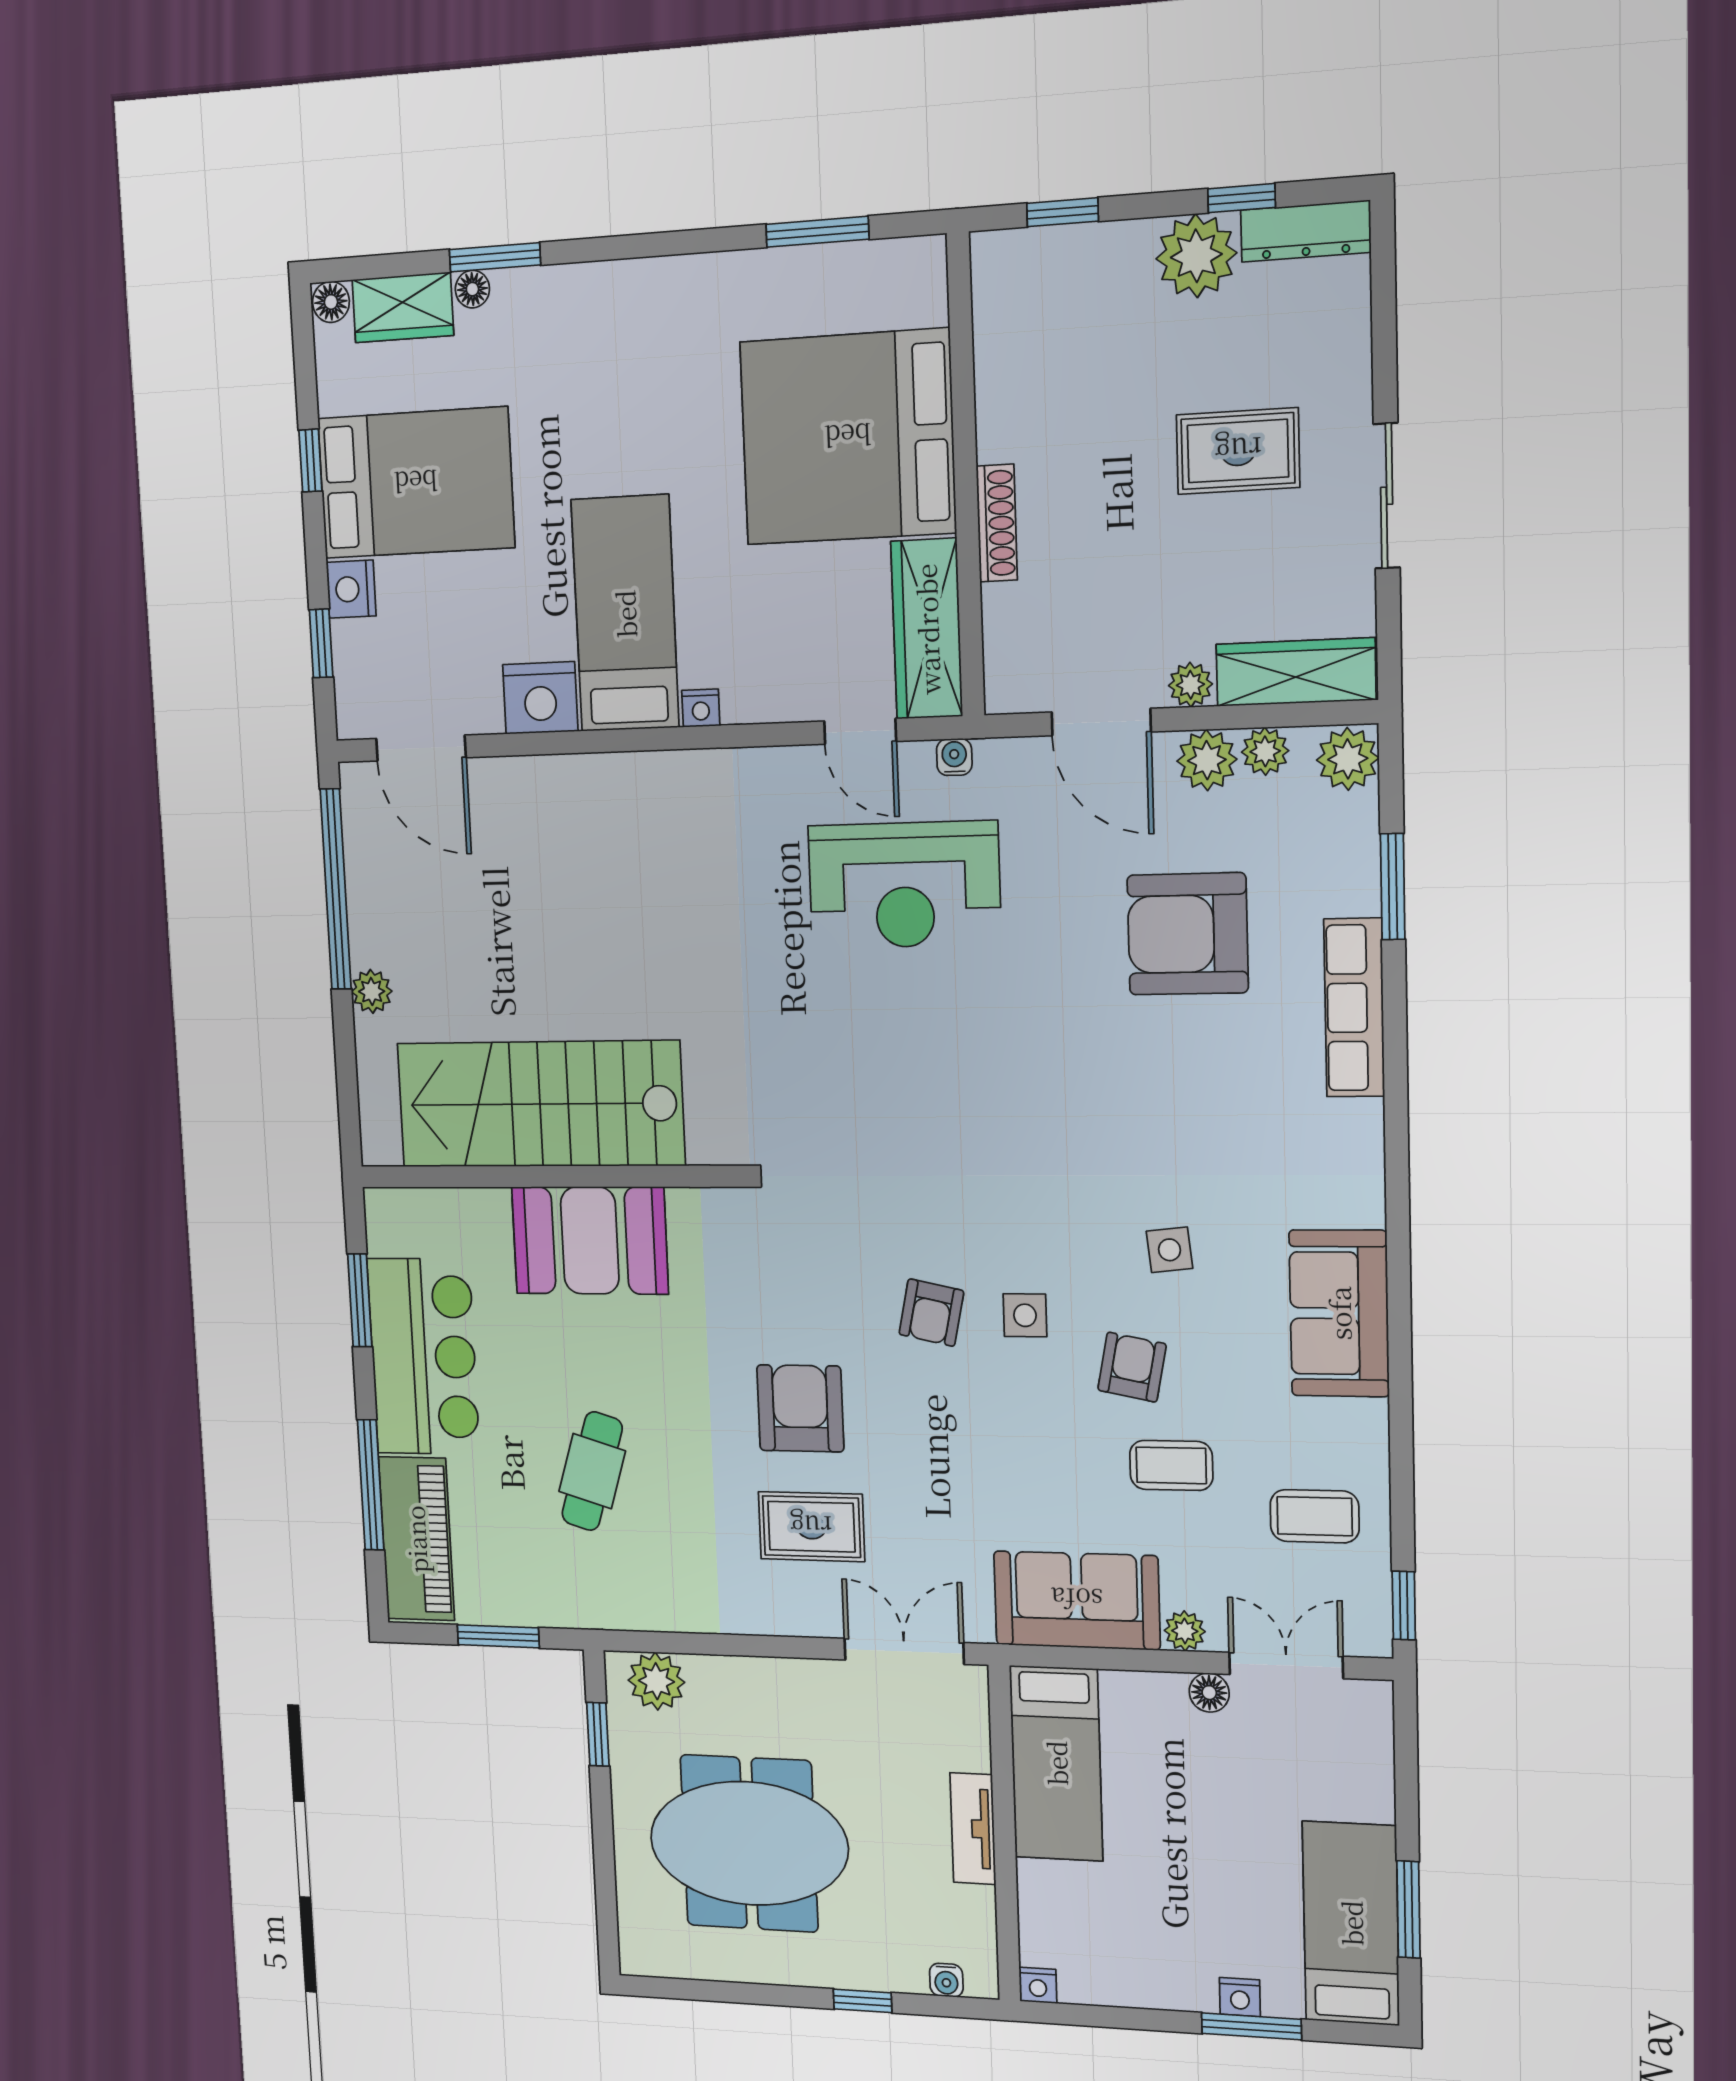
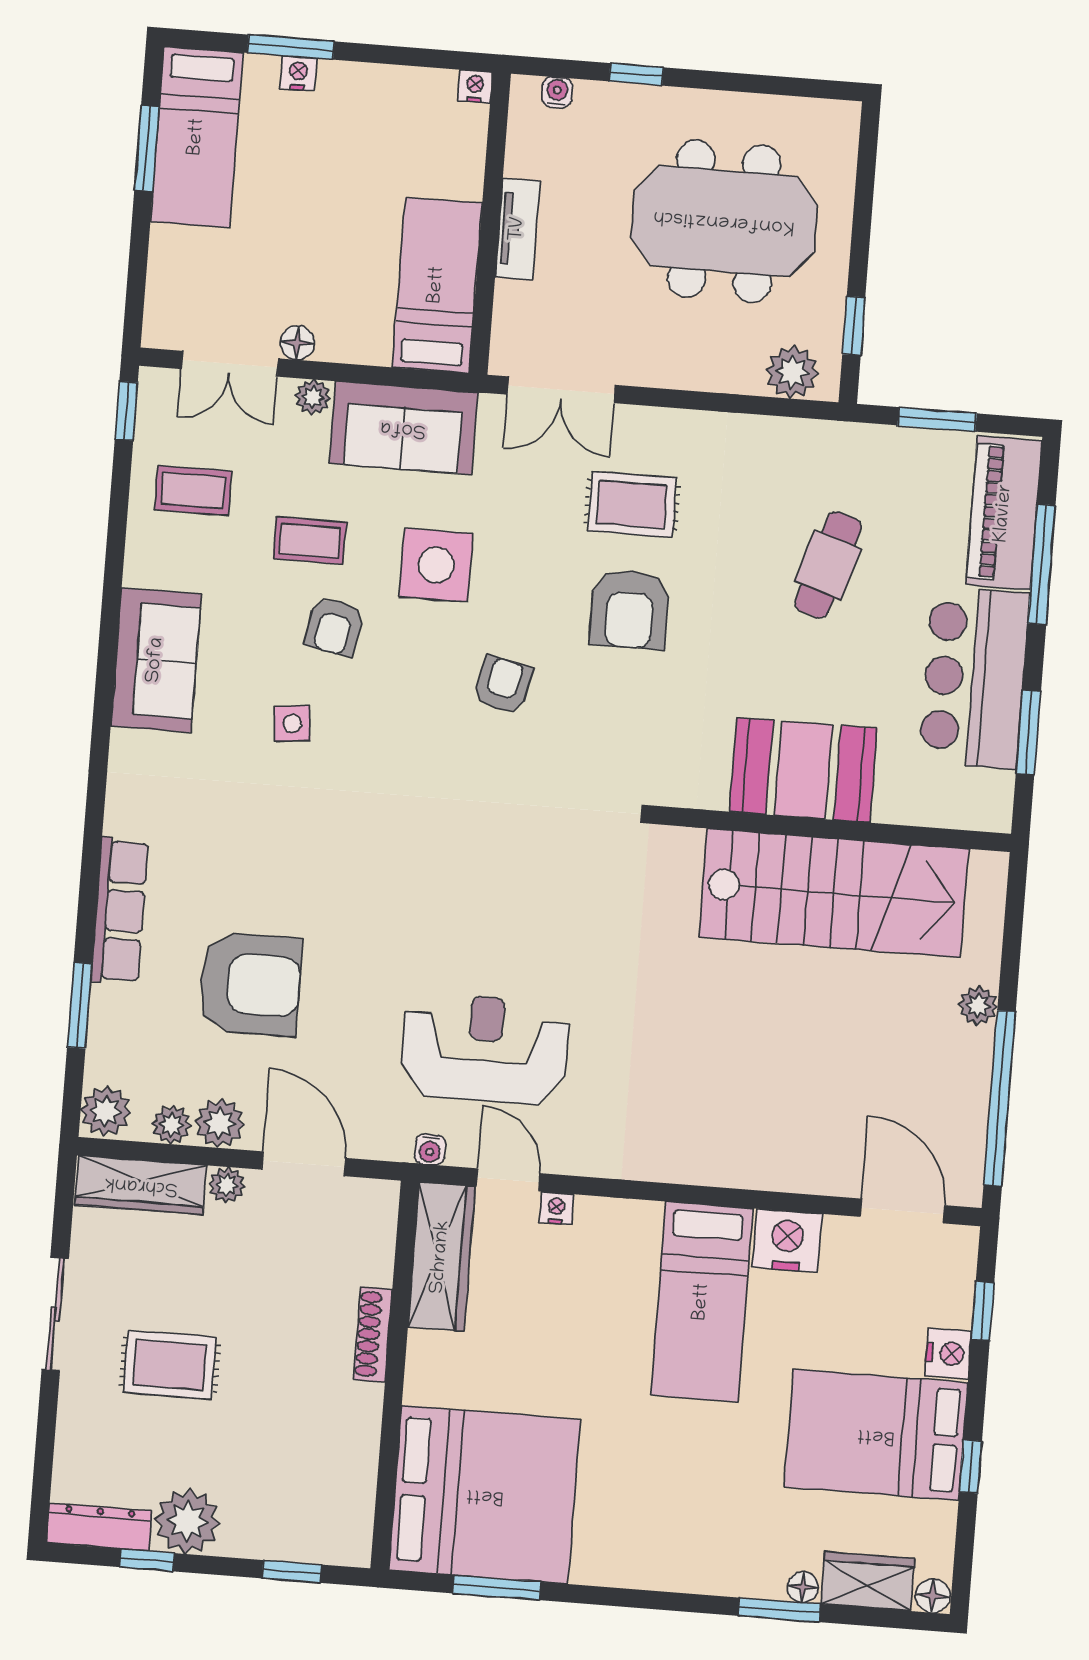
bed: (848, 437) -> (485, 1495), moved
nightstand: (701, 708) -> (556, 1208), moved
side table: (1025, 1315) -> (436, 565), moved, width x1.87, depth x1.87

